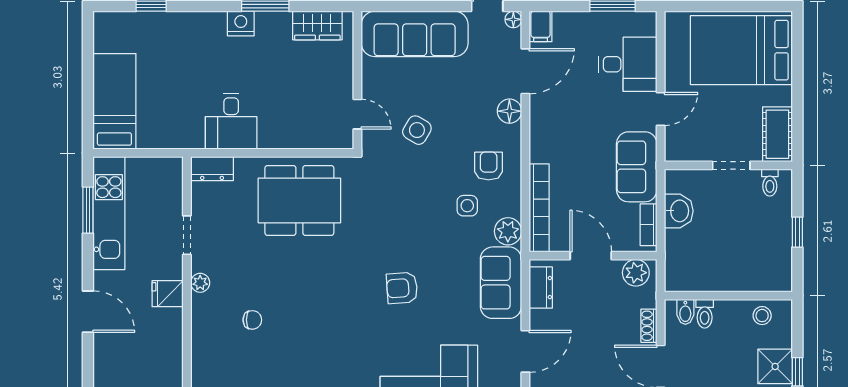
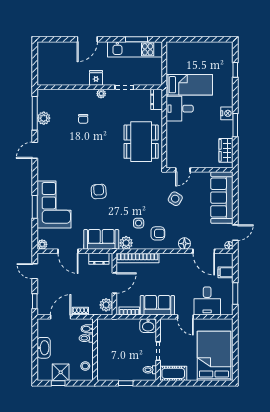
filing cabinet: (541, 26) -> (225, 272), moved
bed: (114, 101) -> (189, 85), moved
washbasin: (679, 211) -> (148, 326), moved

